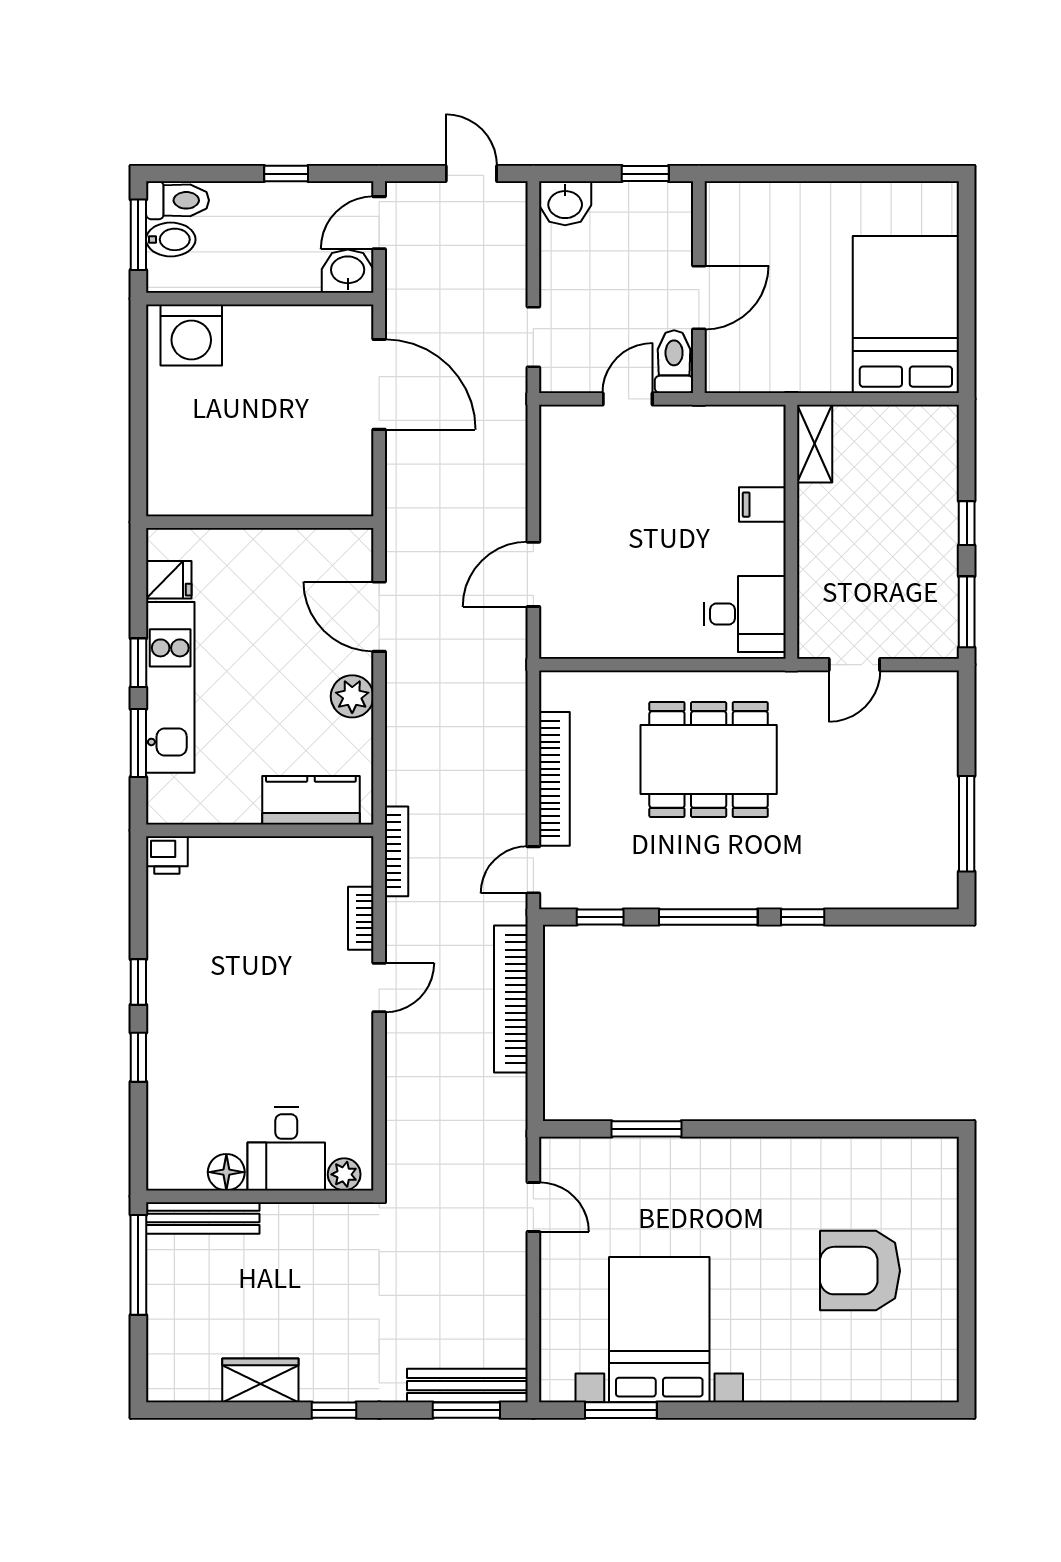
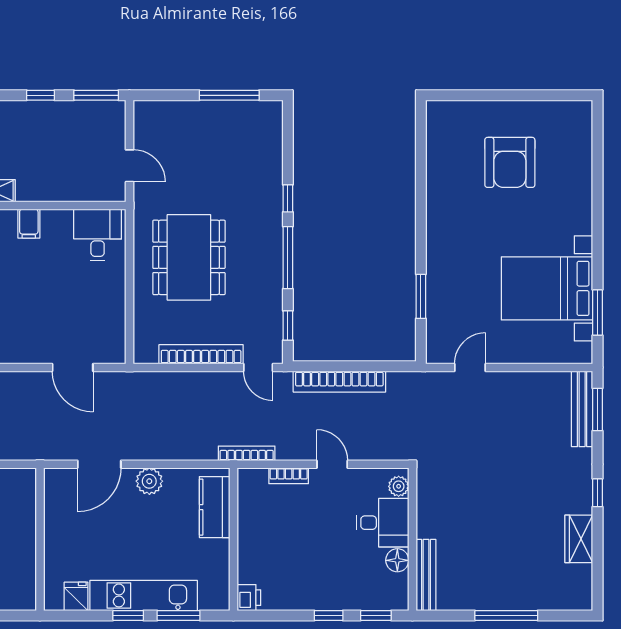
desk: (286, 1149) -> (383, 523), moved
floor lamp: (226, 1172) -> (397, 560), moved
plant: (344, 1174) -> (399, 486), moved
wall: (260, 1196) -> (412, 539), moved
bench: (203, 1218) -> (426, 575), moved

